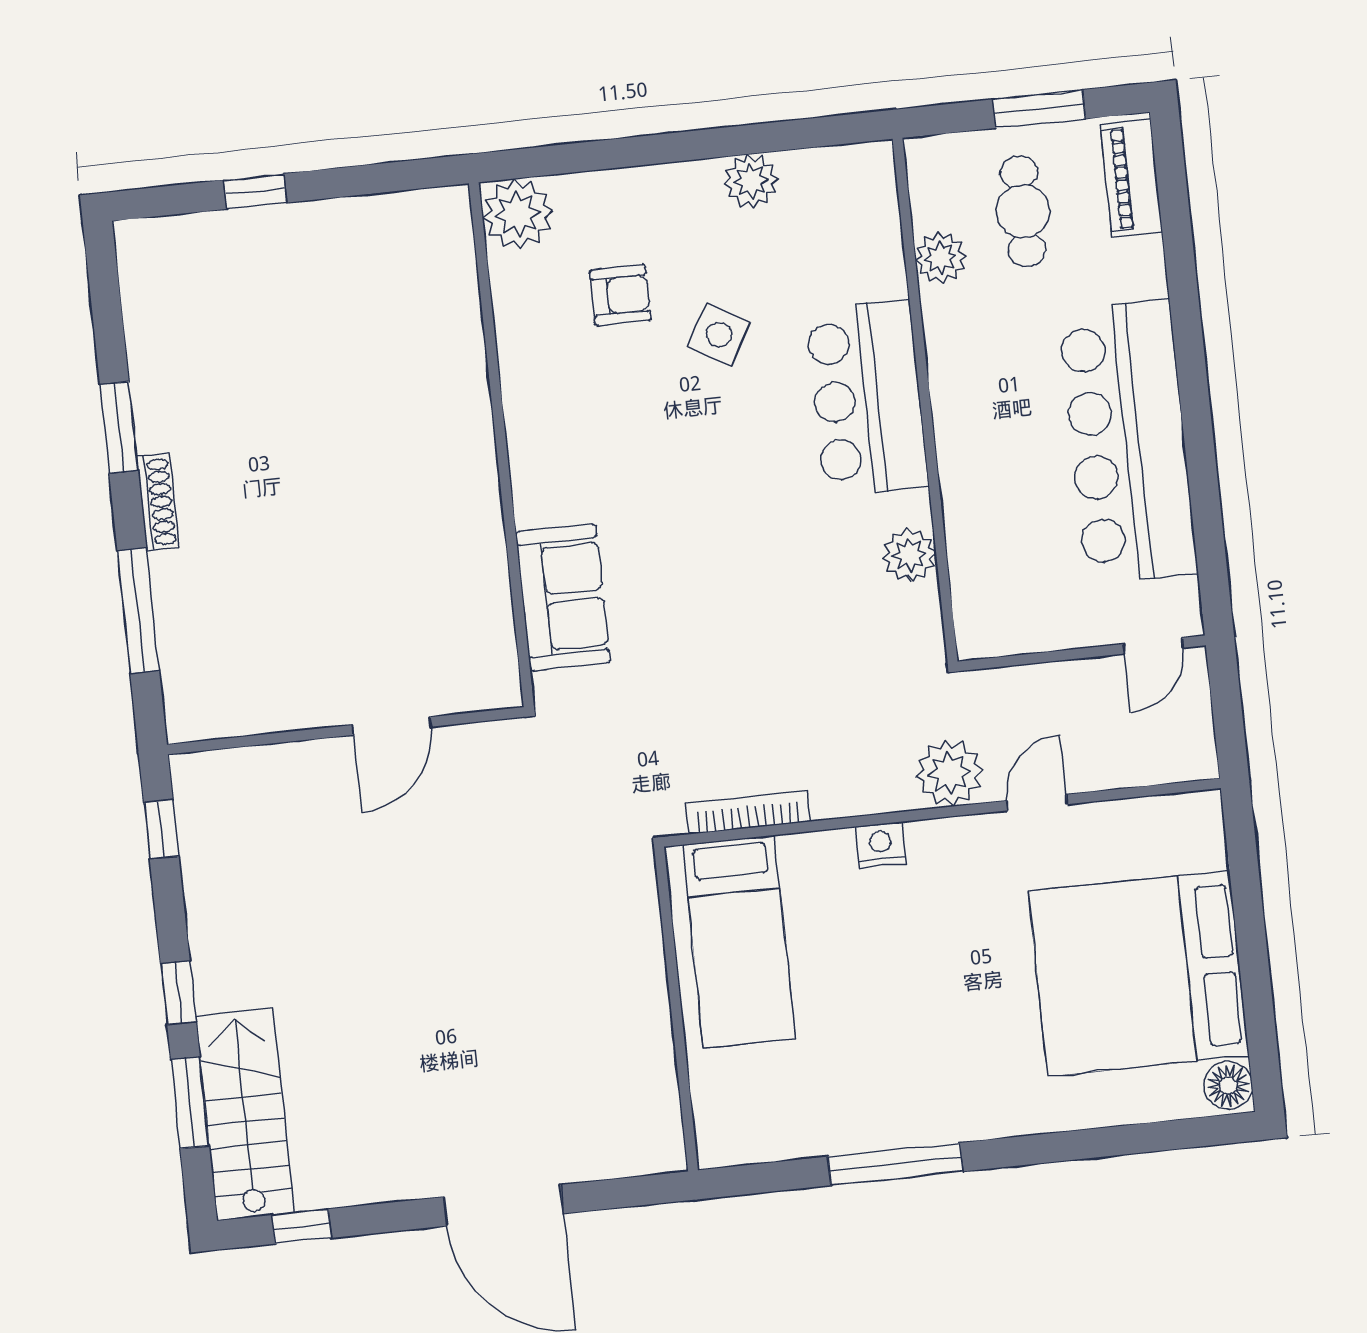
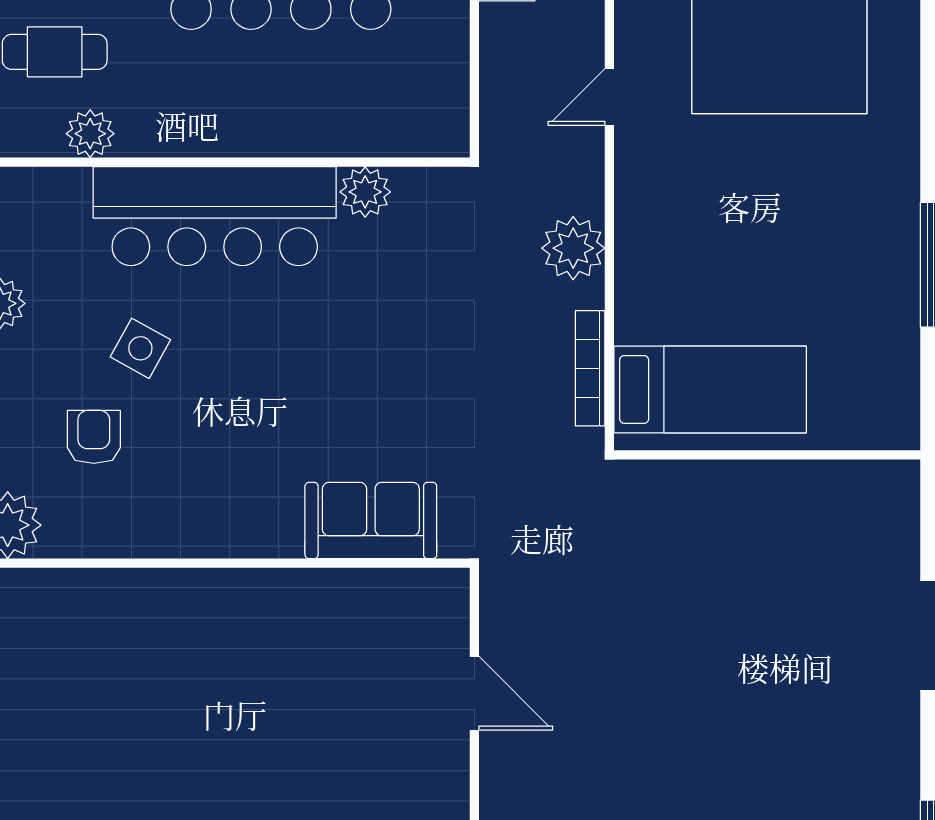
bar counter: (867, 399) -> (215, 216), width x1.36
plant: (949, 773) -> (573, 248), moved
door: (1037, 803) -> (609, 97), hinge flipped
nightstand: (881, 845) -> (634, 247), removed

